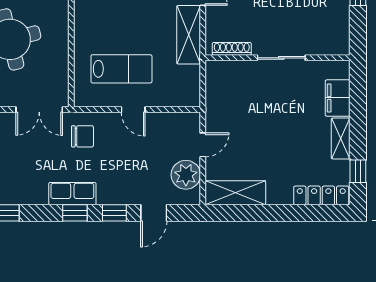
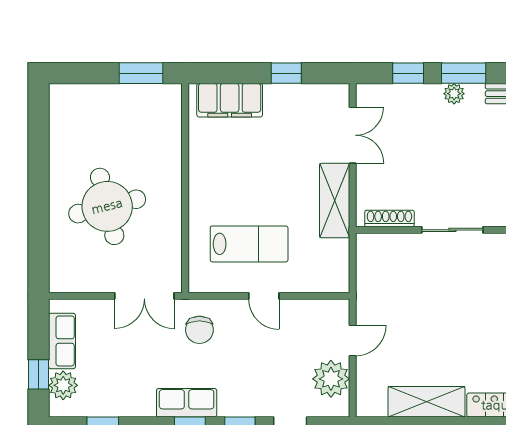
chair: (82, 136) -> (199, 330), turned 90
shelving: (235, 193) -> (426, 402), moved

